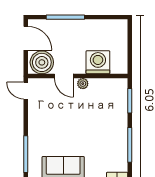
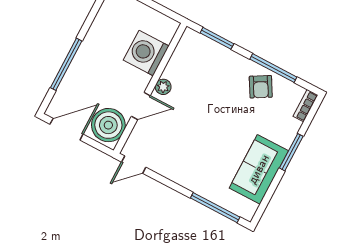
armchair: (114, 143) -> (261, 87), added

